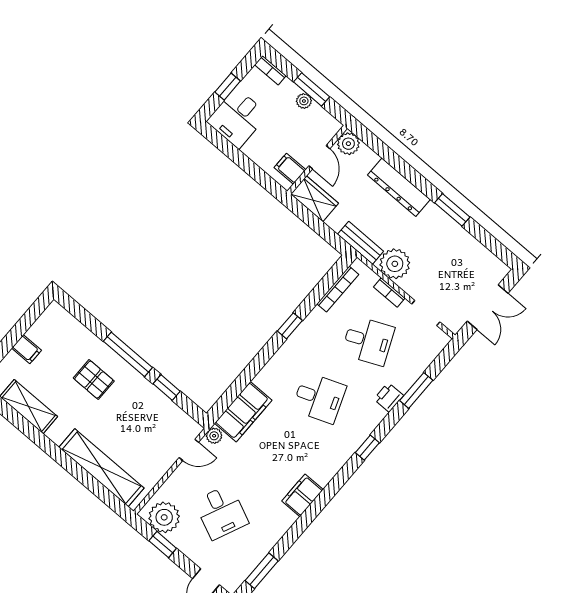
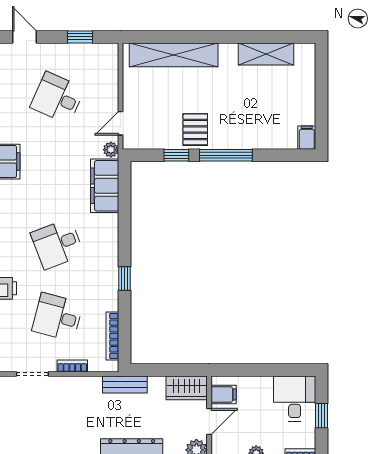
door: (319, 157) -> (209, 422), swing flipped
plant: (395, 264) -> (86, 391), removed
desk: (368, 341) -> (57, 317), turned 39
filing cabinet: (26, 349) -> (307, 138), moved, turned 90
pallet: (94, 380) -> (195, 129), moved, turned 90
plant: (164, 517) -> (96, 58), removed

